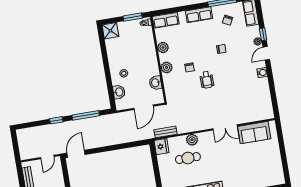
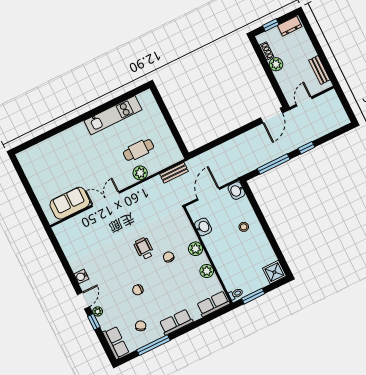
washbasin: (119, 92) -> (237, 191), moved
fridge: (161, 146) -> (174, 154), removed

